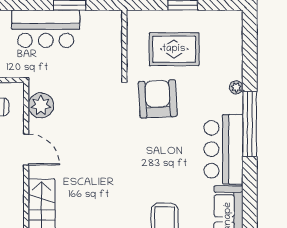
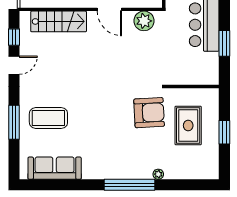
bar counter: (223, 149) -> (110, 164), removed
door: (26, 150) -> (109, 9), hinge flipped

